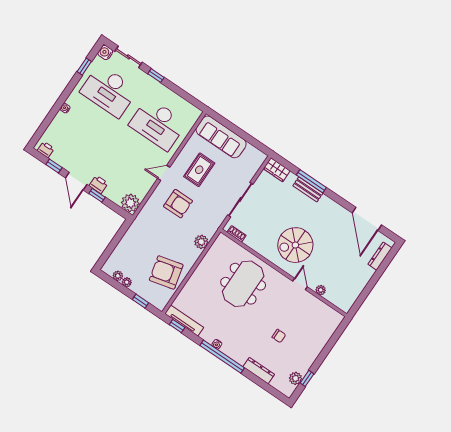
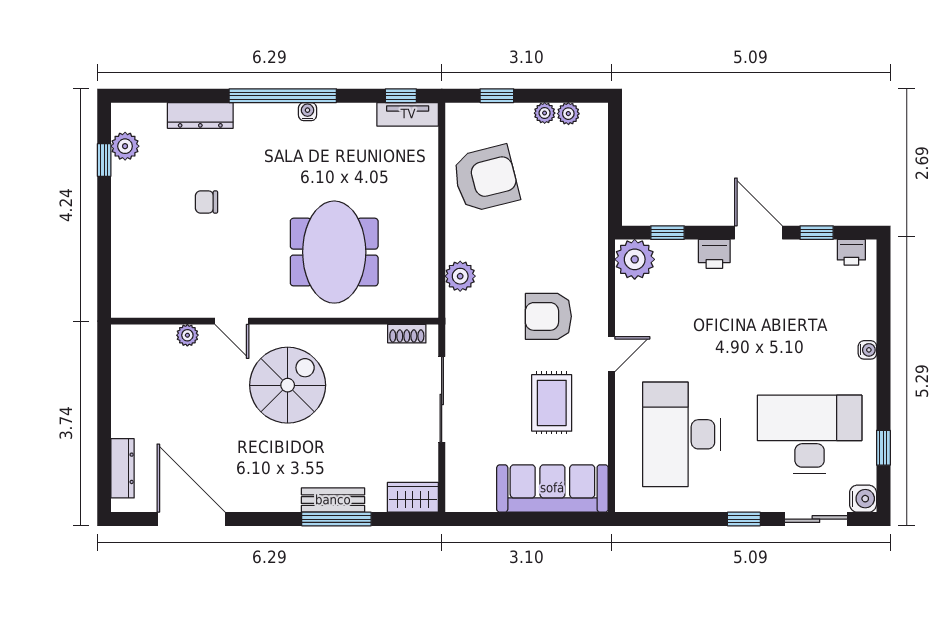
desk: (158, 124) -> (682, 434), turned -90
window: (97, 195) -> (668, 233), moved
tv unit: (184, 320) -> (408, 114), width x0.71

